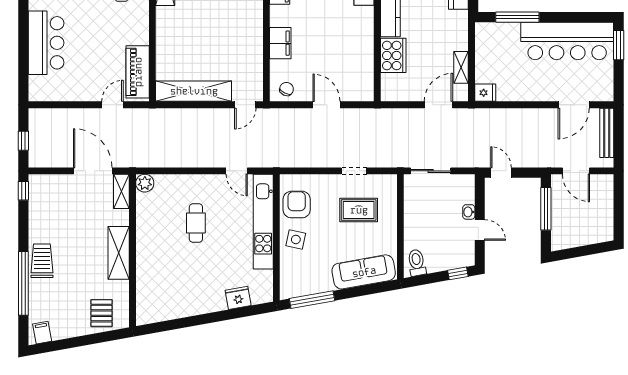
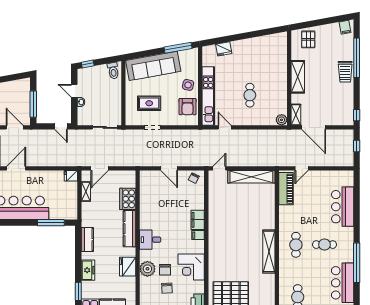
filing cabinet: (280, 43) -> (198, 220), moved
sofa: (364, 272) -> (153, 66), width x1.36, depth x1.27

